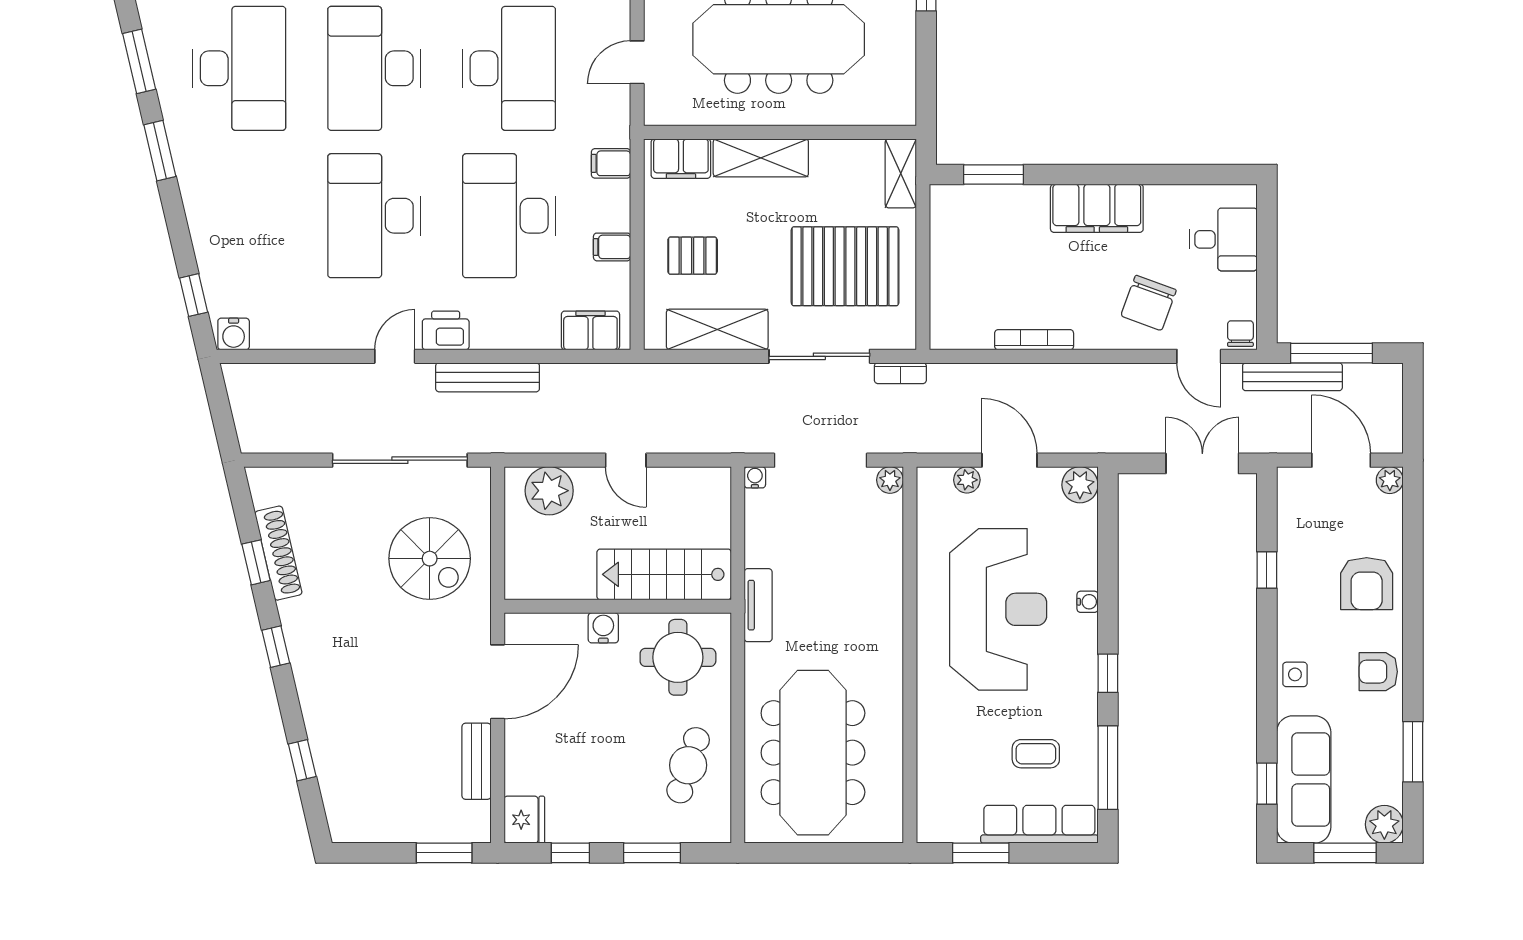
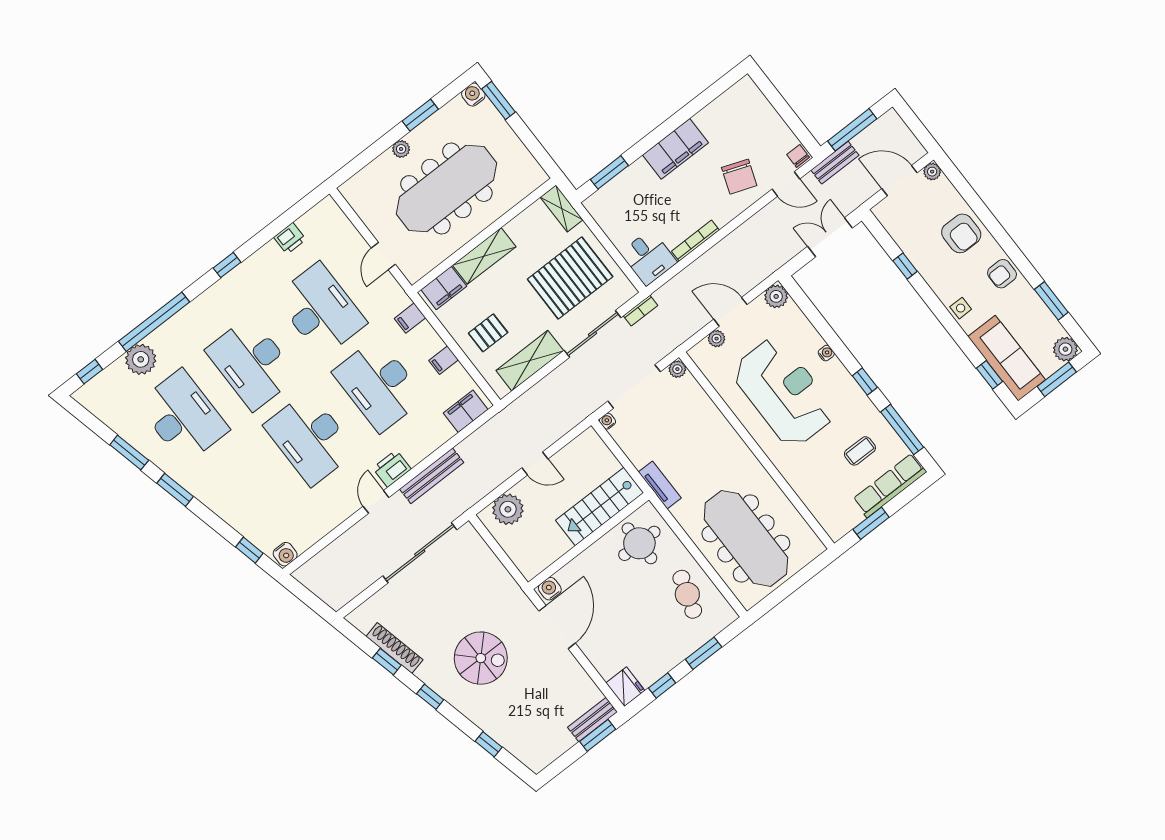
desk: (1223, 239) -> (649, 258), moved, turned 90
bench: (1292, 377) -> (835, 163), width x0.73
spiral stairs: (430, 559) -> (481, 658), moved
water cooler: (603, 628) -> (550, 589), moved
bench: (477, 761) -> (593, 720), moved, turned 90

